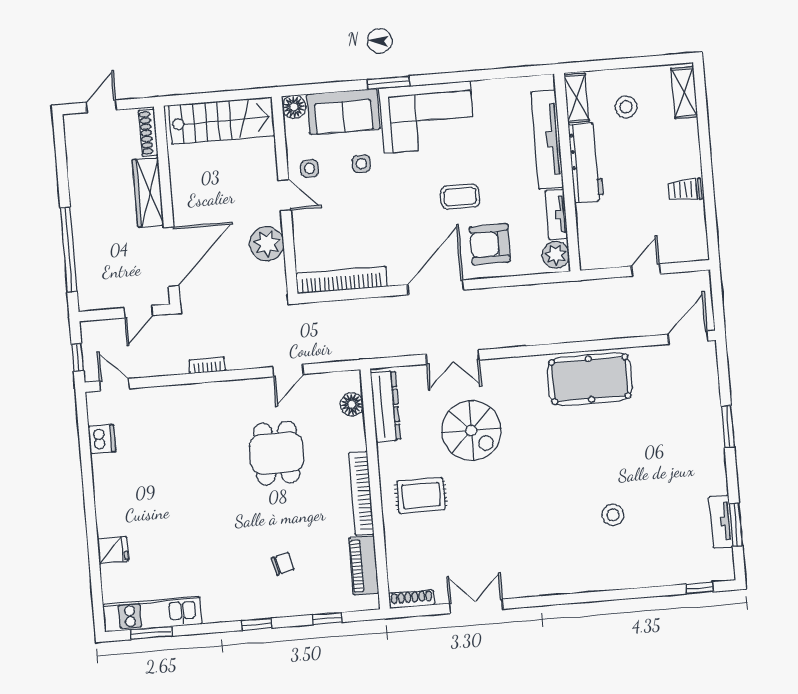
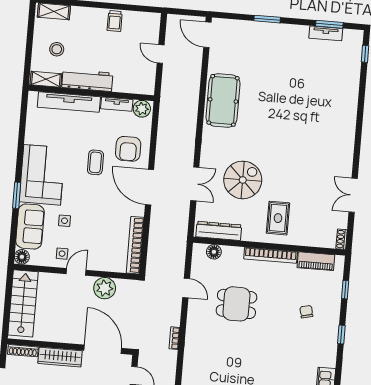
stool: (613, 515) -> (310, 100), removed
shoe rack: (411, 599) -> (342, 239), width x0.70

